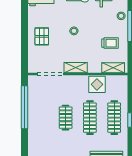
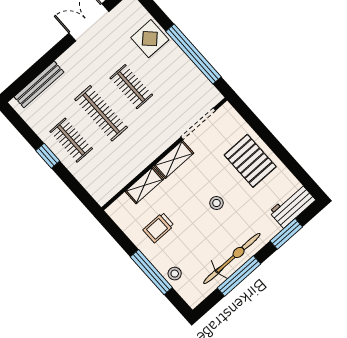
pallet: (42, 36) -> (250, 161), width x1.50, depth x1.42
shelving: (113, 68) -> (144, 185), moved
display table: (97, 84) -> (150, 39), moved
clothes rail: (114, 118) -> (71, 140), width x0.73

